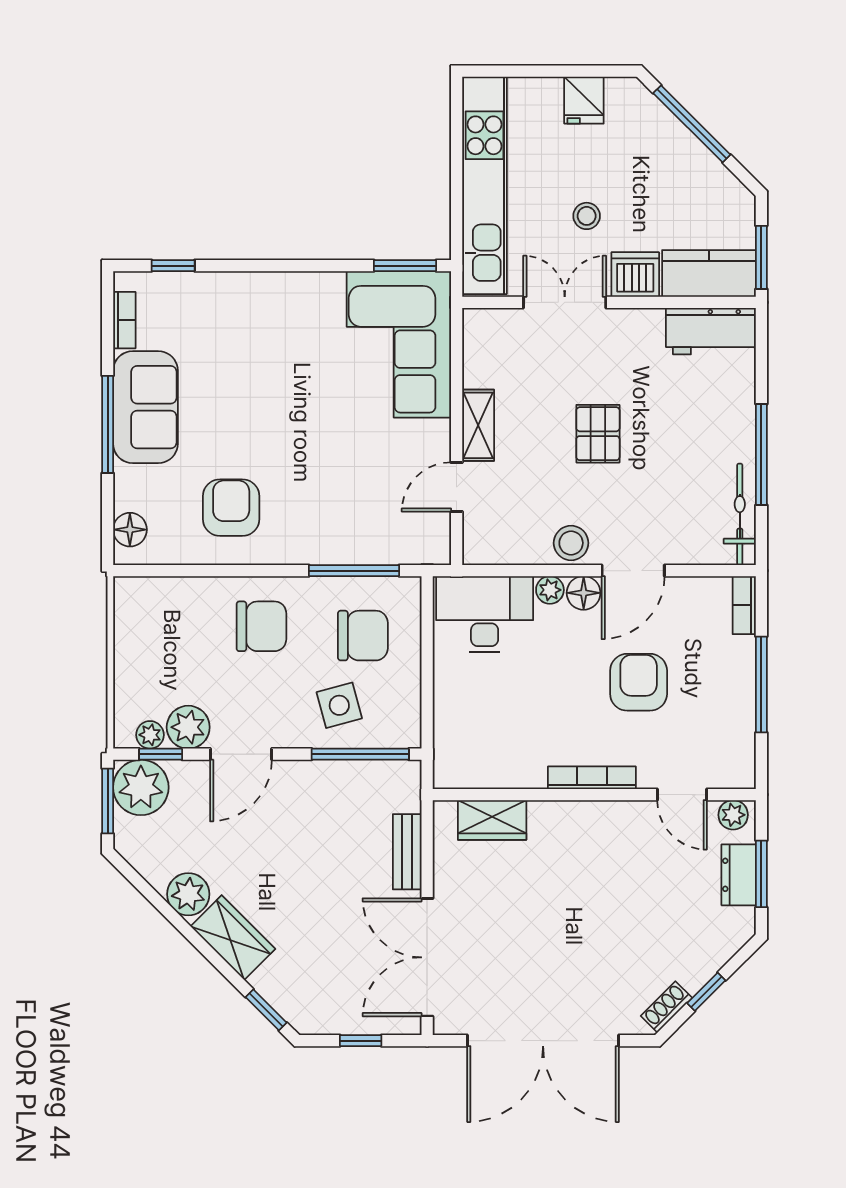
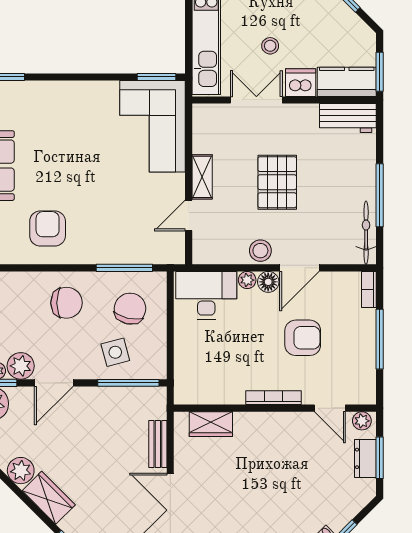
pallet: (598, 434) -> (277, 182), width x1.50, depth x1.42
chair: (363, 636) -> (130, 309), turned -77
armchair: (639, 682) -> (303, 338), turned 90

